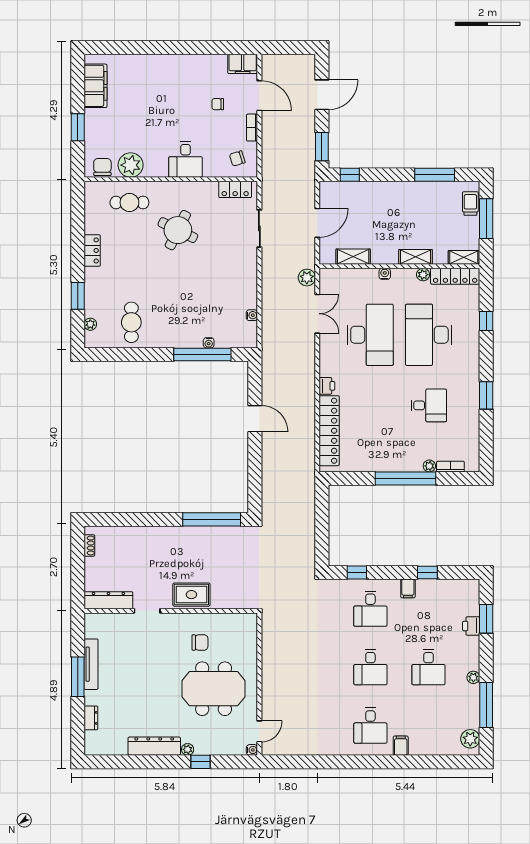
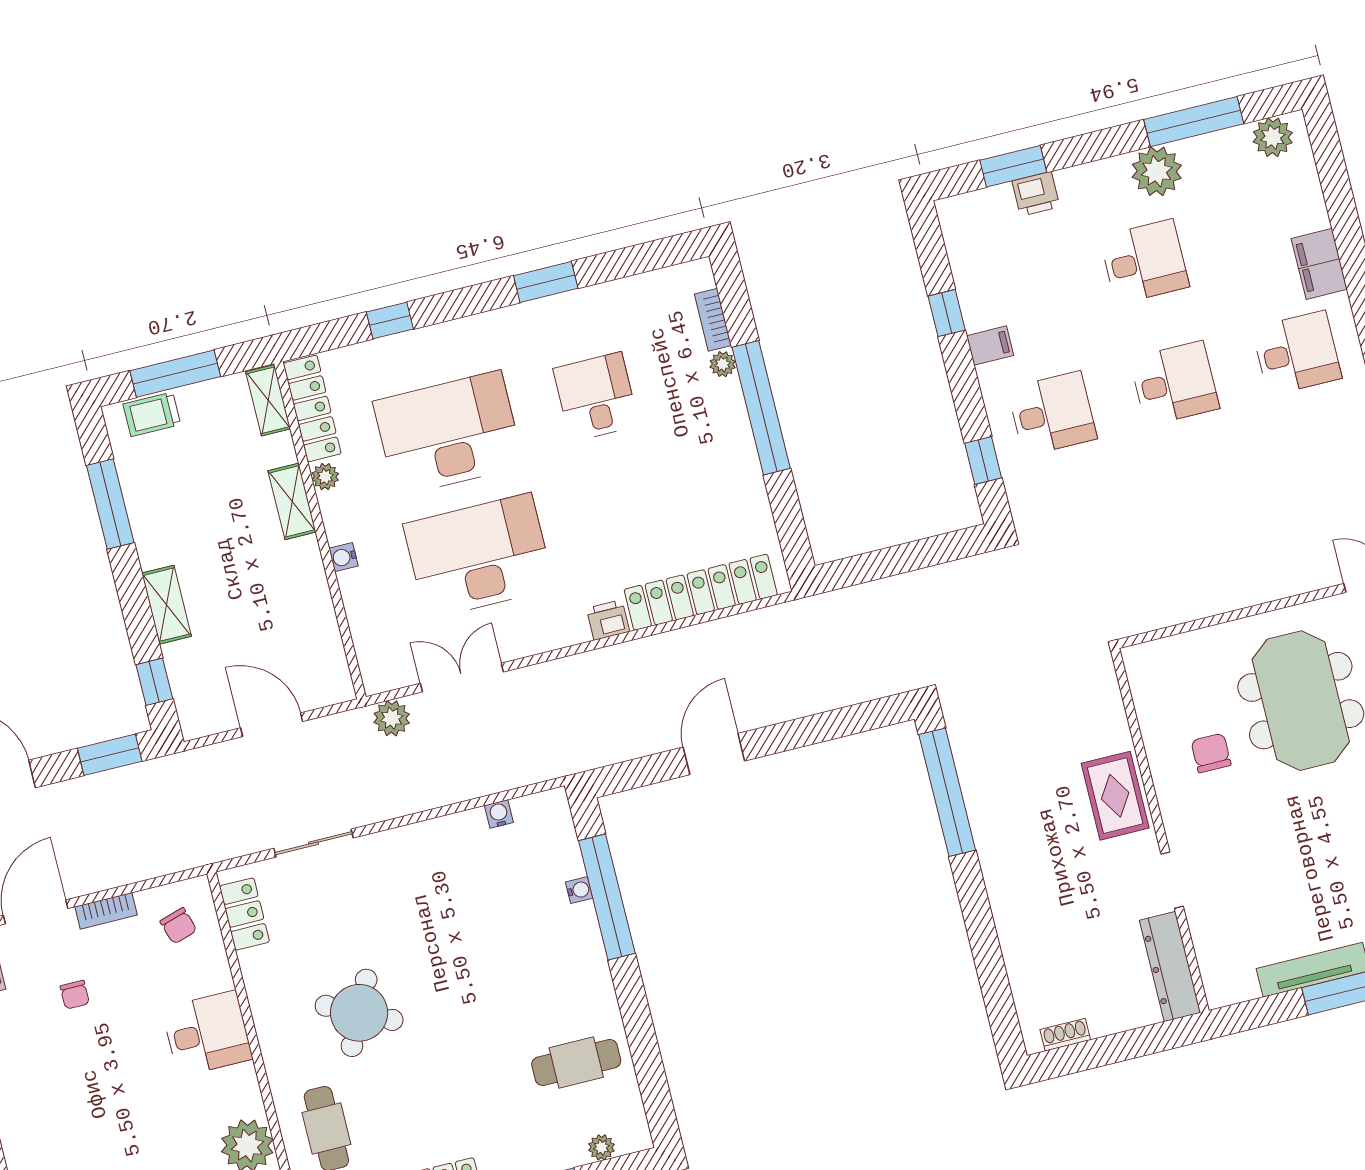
shelving: (353, 257) -> (167, 605), moved
desk: (429, 335) -> (448, 433), turned 180
plant: (473, 677) -> (1157, 171), width x1.87, depth x1.87
filing cabinet: (401, 746) -> (1319, 264), width x2.00

